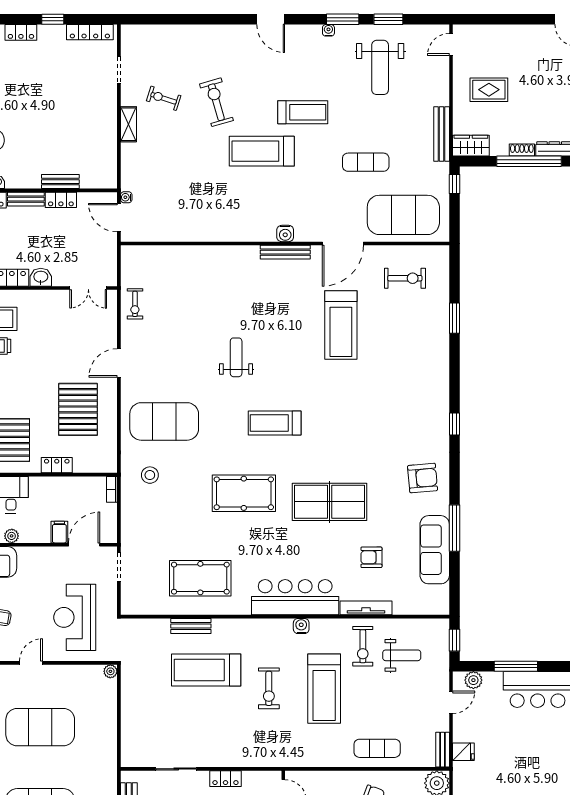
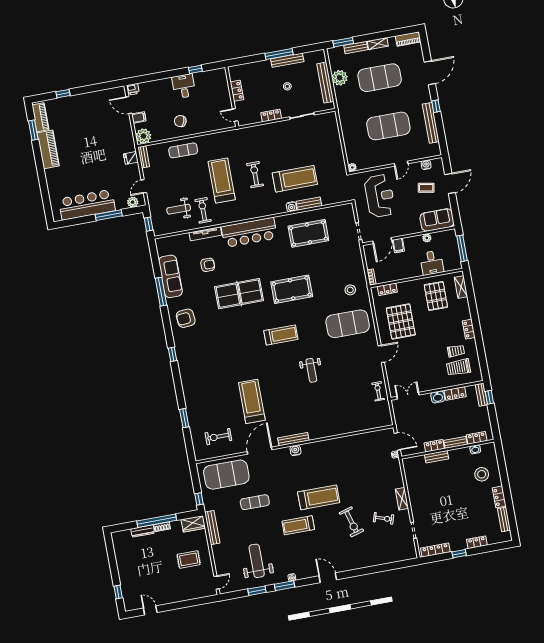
locker: (57, 465) -> (387, 289), moved
water cooler: (301, 626) -> (291, 207), moved

